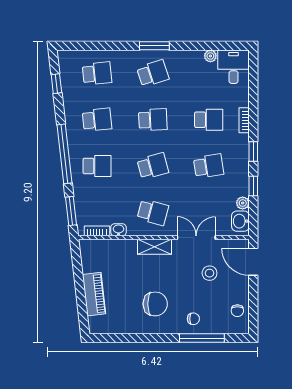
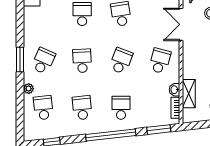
plant: (210, 56) -> (29, 89), moved
school desk: (153, 73) -> (43, 61), turned 42
school desk: (153, 166) -> (121, 61), turned 36
shelving: (155, 247) -> (189, 94), moved

